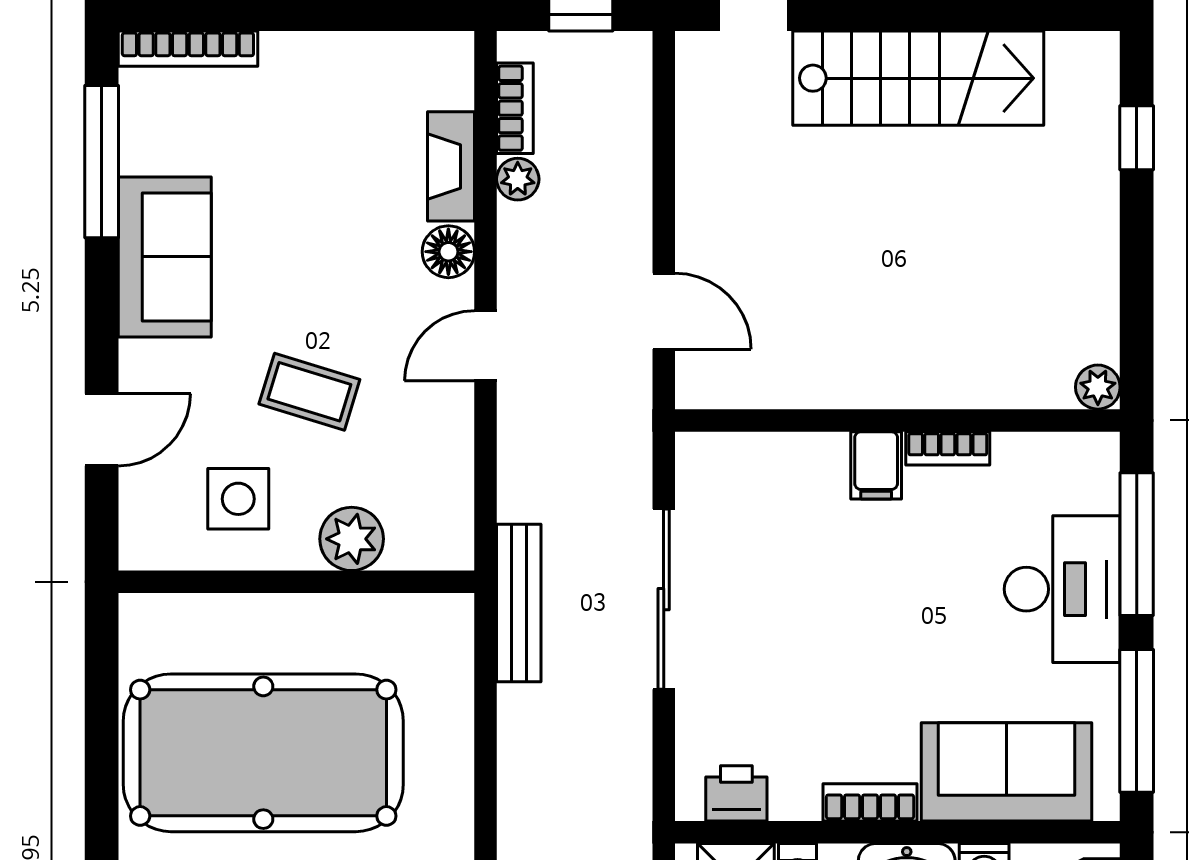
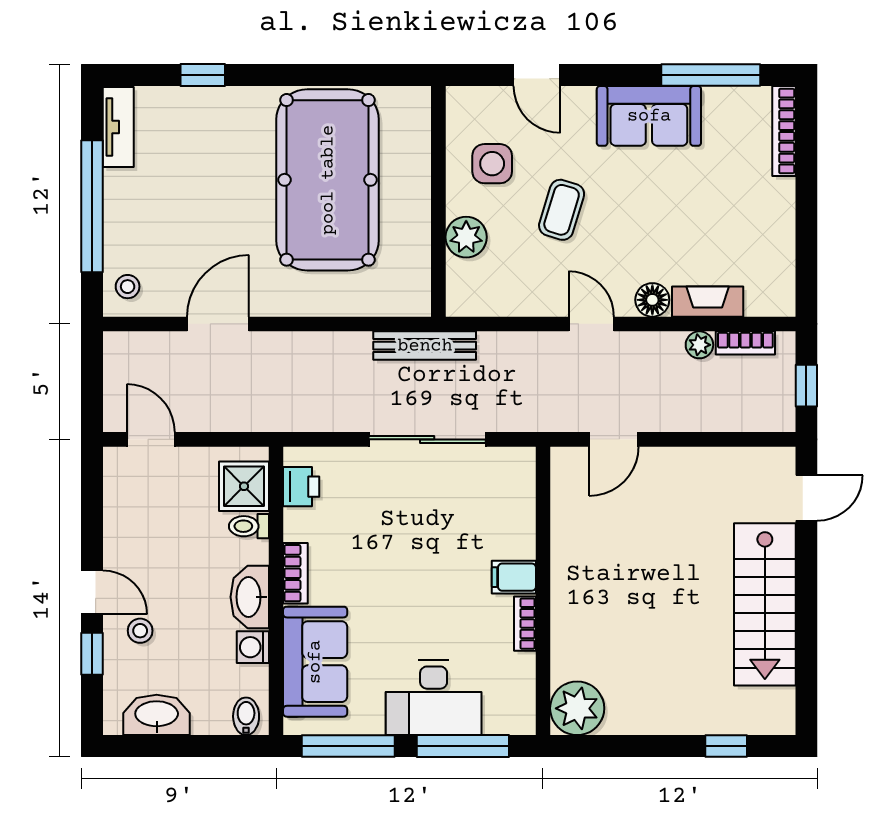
plant: (1098, 387) -> (577, 708), width x1.87, depth x1.87

